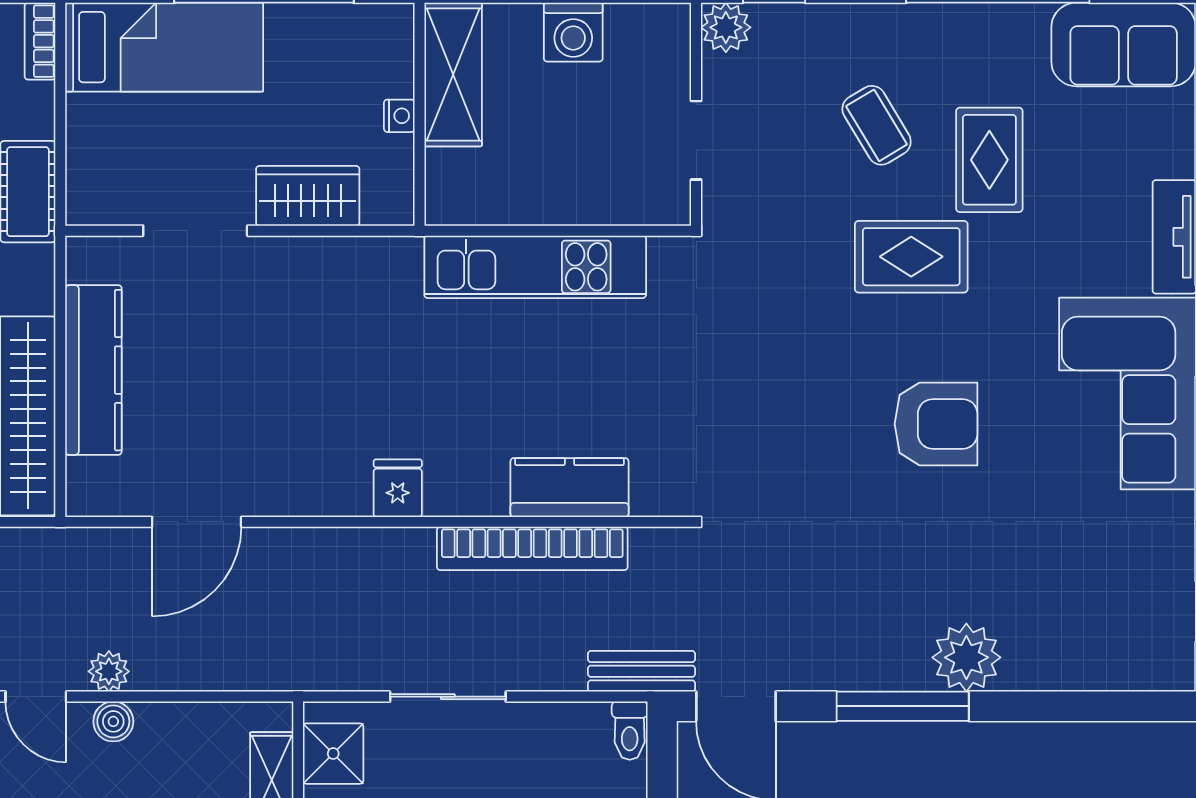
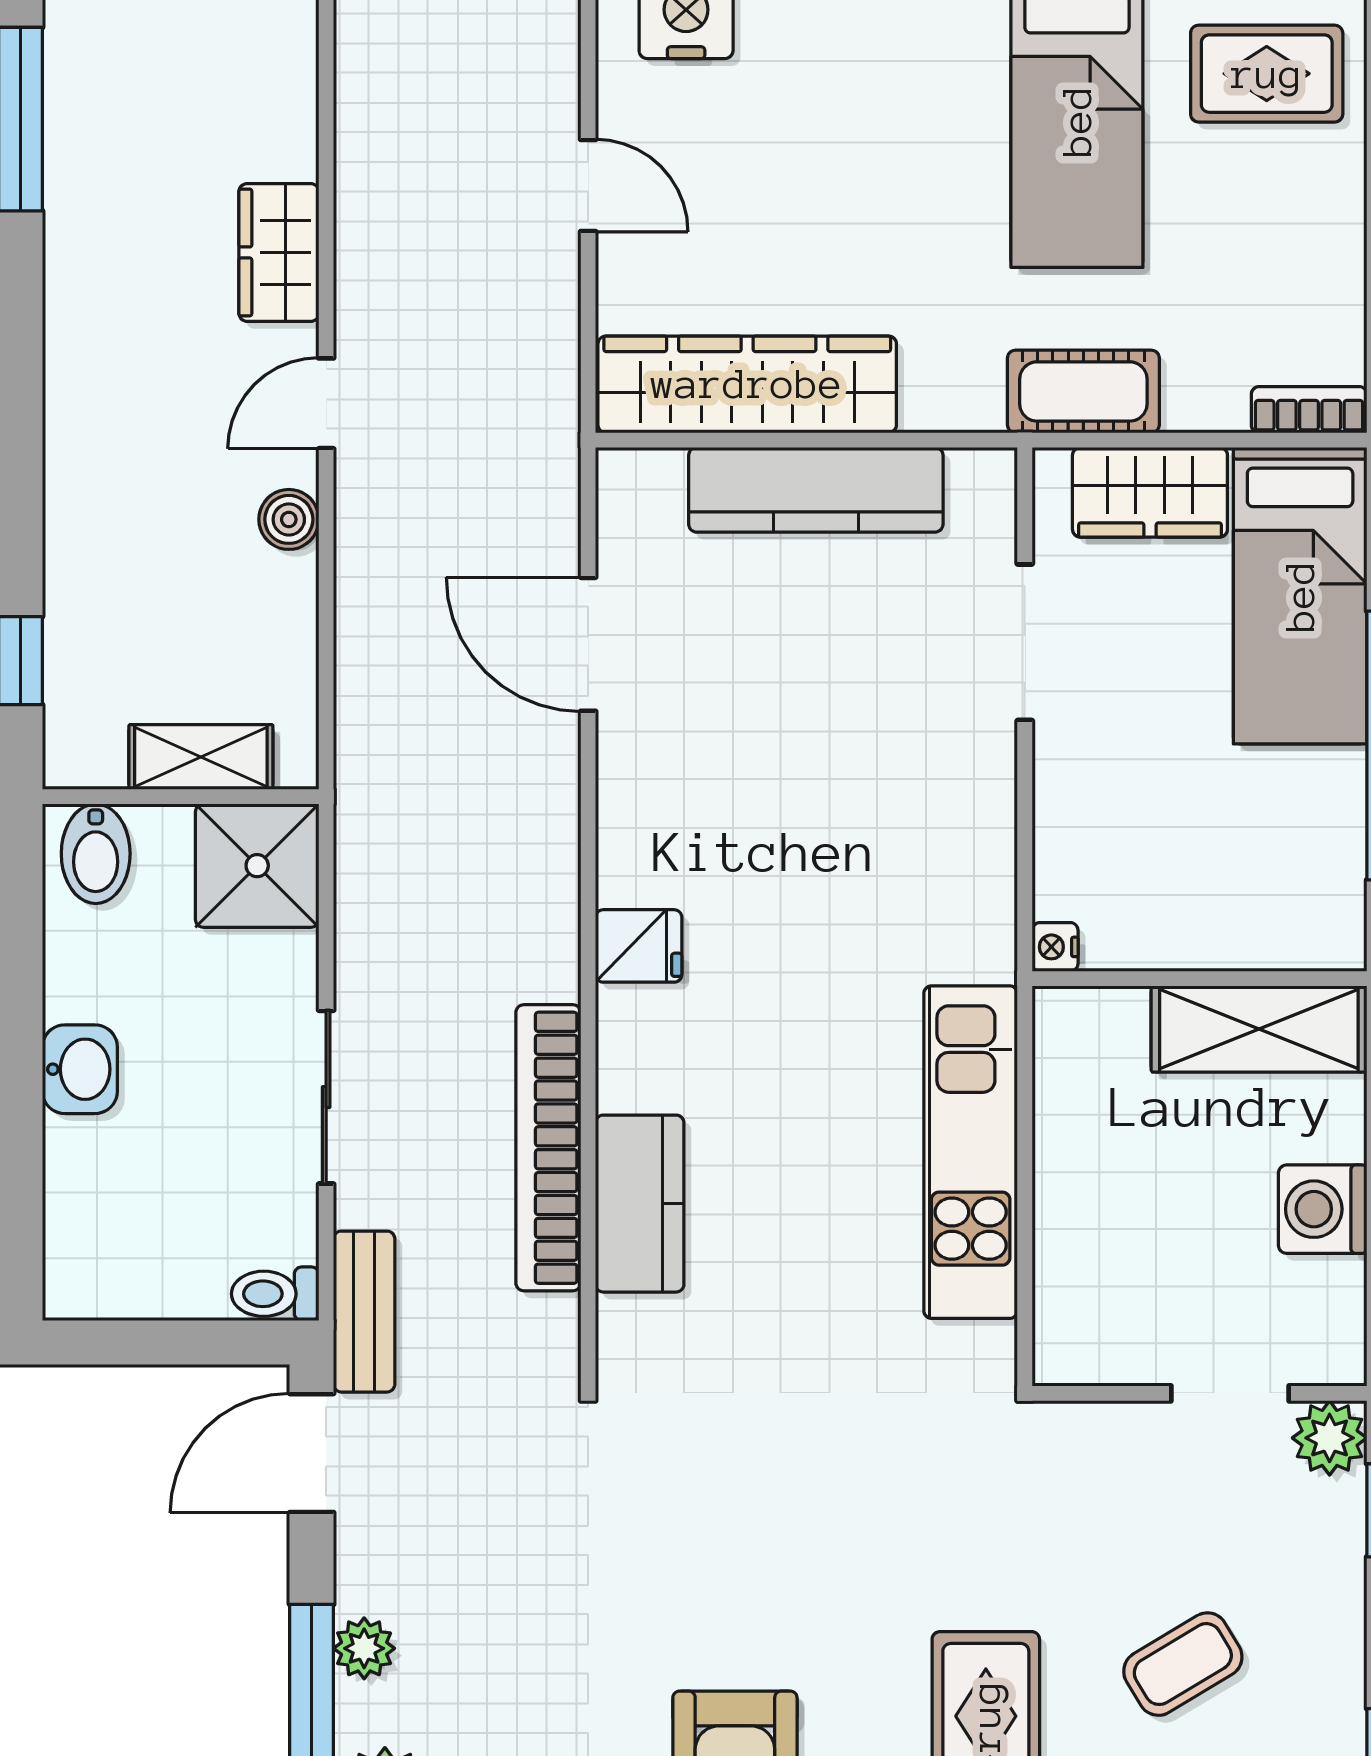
nightstand: (399, 116) -> (1055, 947), moved, turned 90
doorway: (696, 140) -> (1230, 1393), moved
wardrobe: (308, 196) -> (1150, 492), moved, turned 90
plant: (109, 671) -> (364, 1648), moved
sliding door: (448, 697) -> (326, 1097), moved
shower: (333, 754) -> (257, 866), width x1.36, depth x1.36

